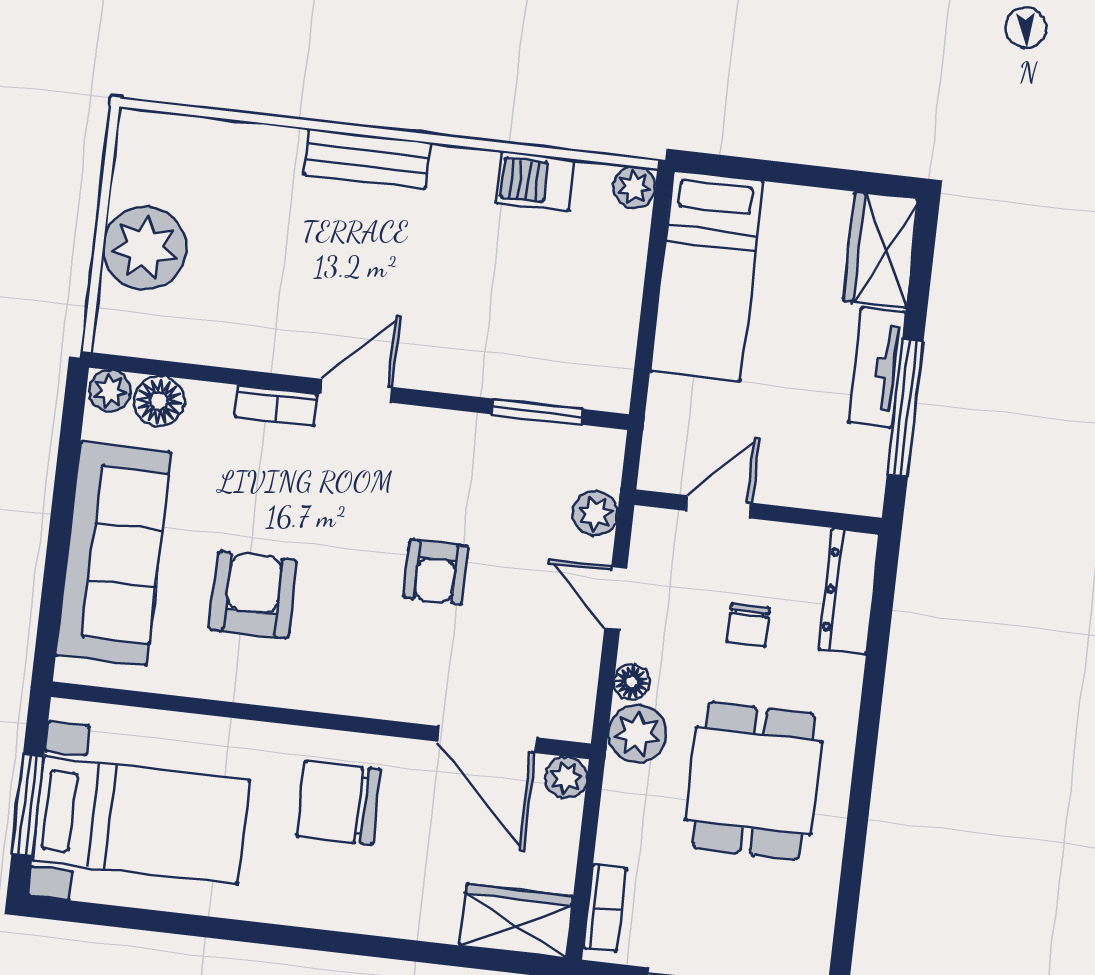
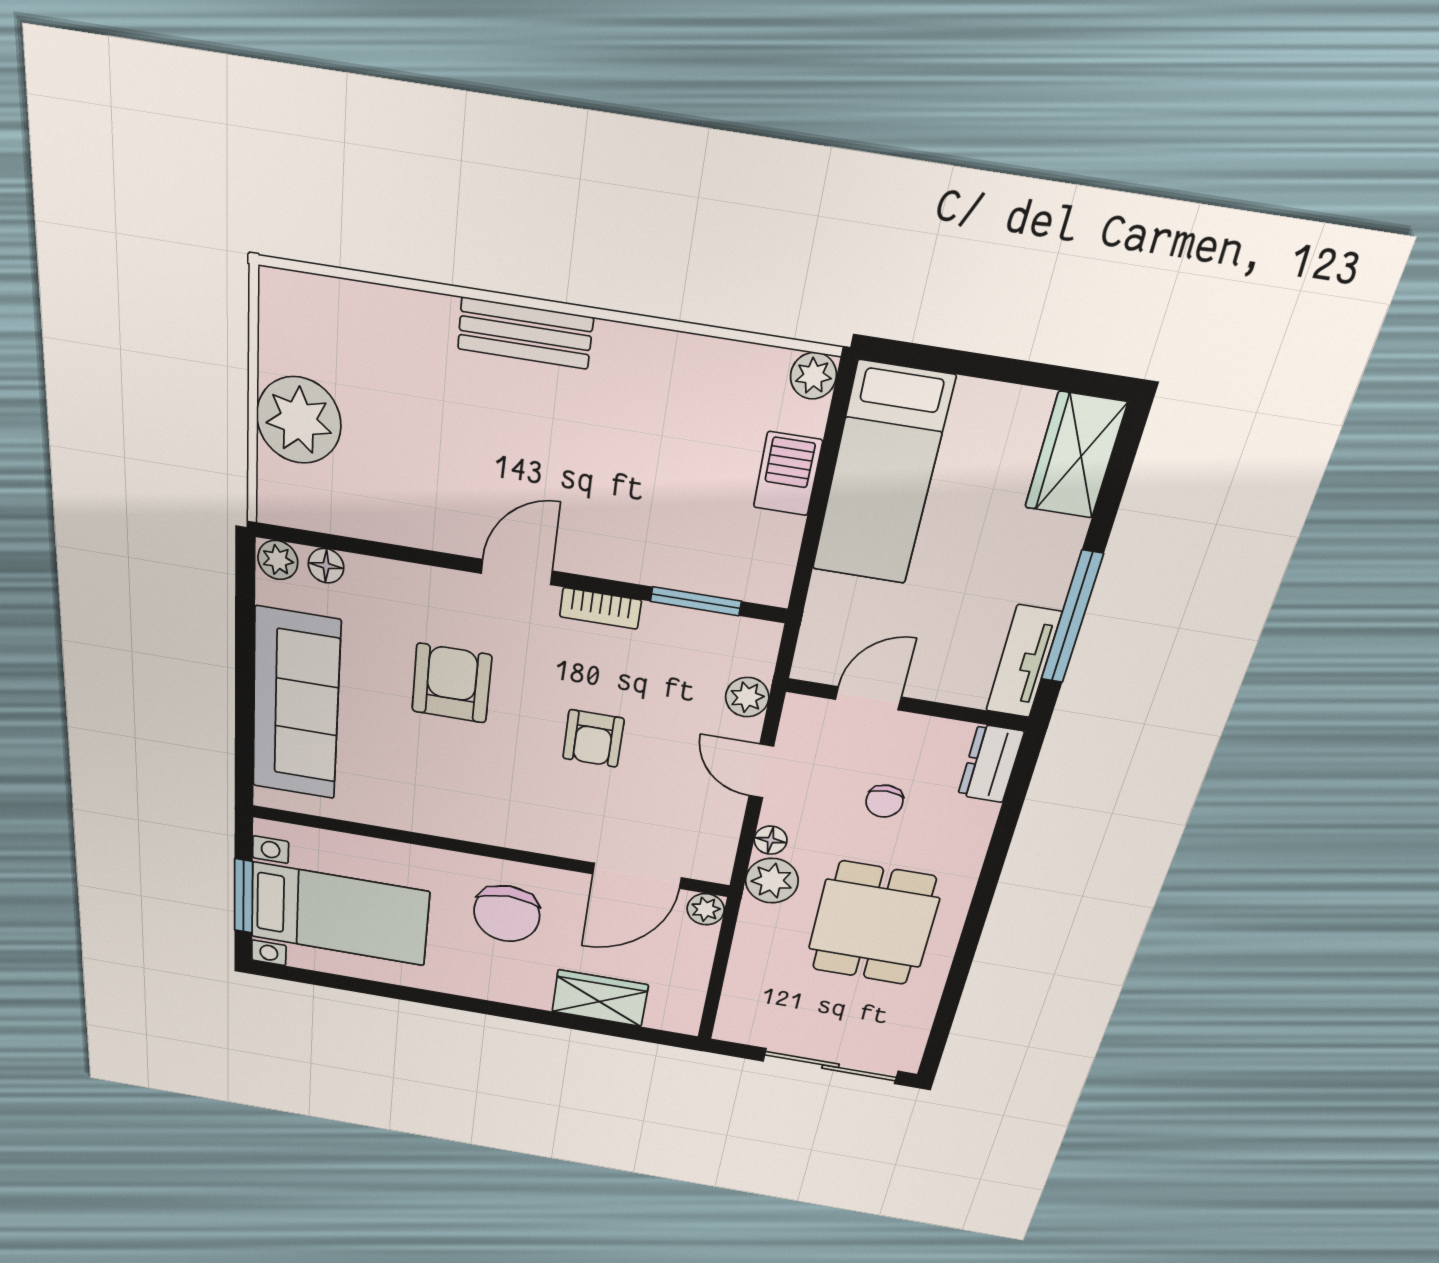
barbecue: (535, 181) -> (788, 474), moved, turned 90
tv unit: (877, 367) -> (1023, 662), moved
floor lamp: (159, 401) -> (326, 566), width x0.73, depth x0.73
bookcase: (276, 406) -> (600, 608), moved
dresser: (849, 591) -> (991, 764), width x0.70
armchair: (253, 595) -> (452, 683), moved
door: (487, 740) -> (637, 876), hinge flipped
chair: (339, 803) -> (507, 914), turned -90
bookcase: (605, 908) -> (733, 1005), removed
wardrobe: (516, 921) -> (600, 998), moved

